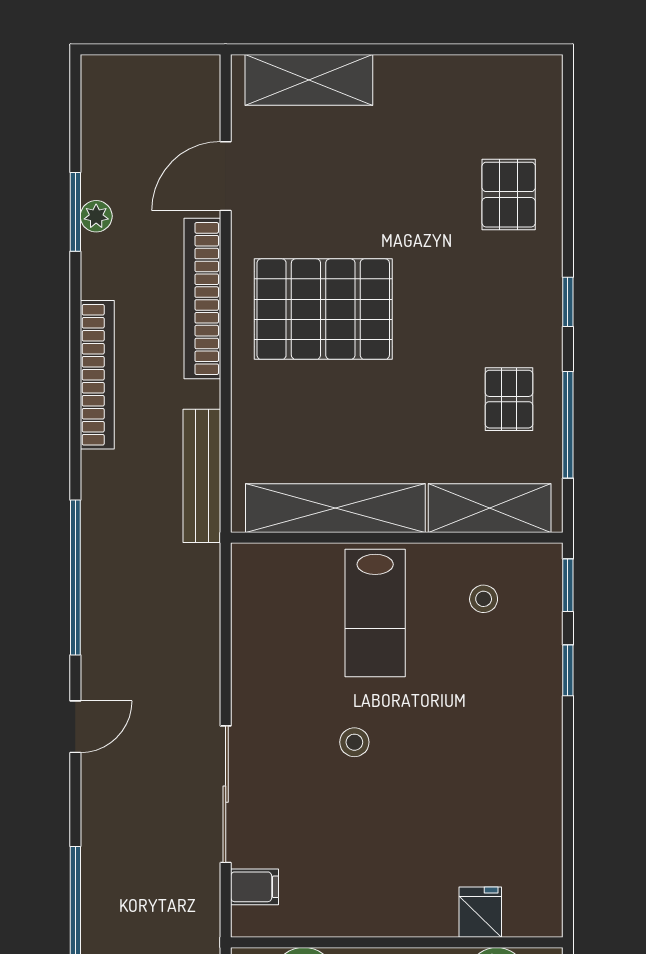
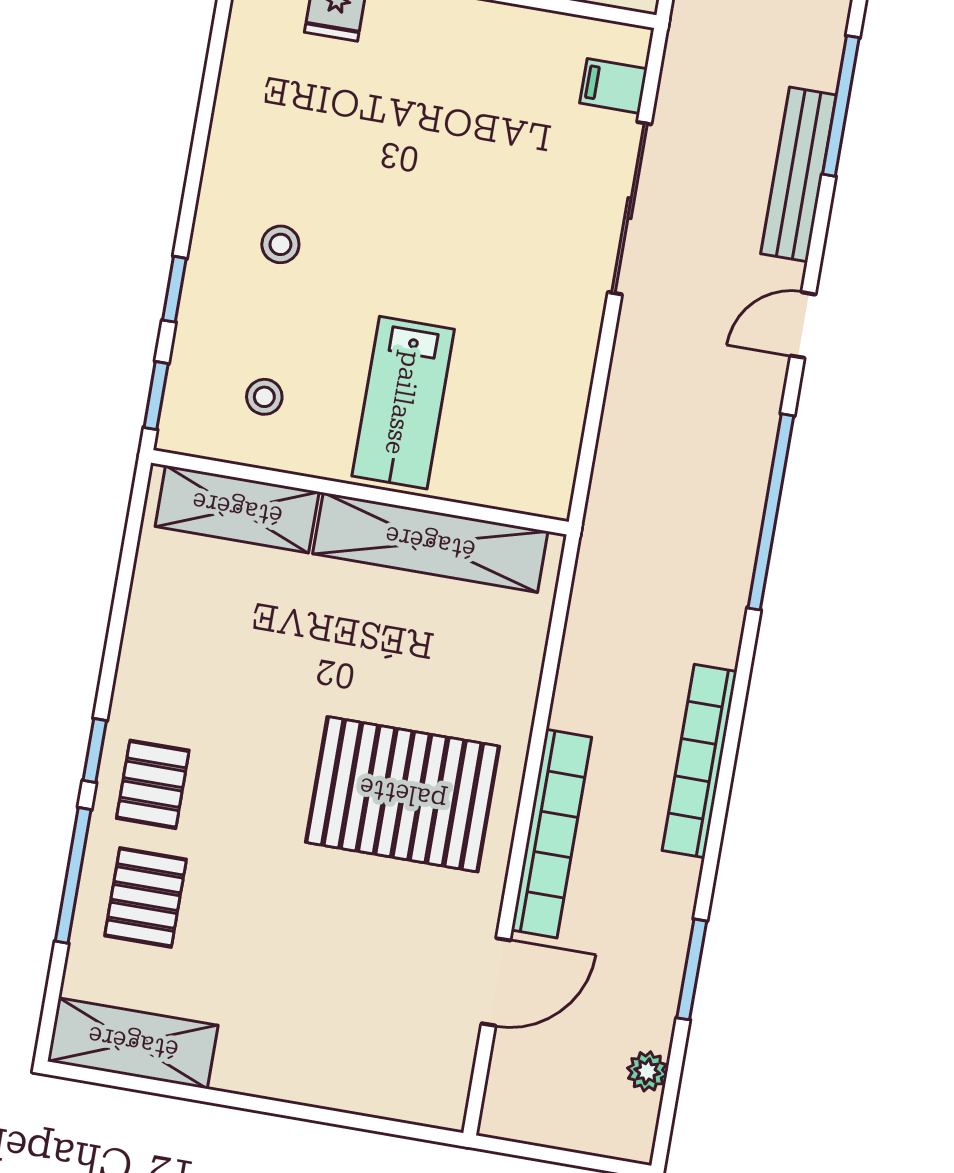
shelving: (309, 80) -> (133, 1043), moved
plant: (96, 216) -> (647, 1071), moved
pallet: (509, 399) -> (153, 784), moved
window: (568, 425) -> (73, 875), moved
bench: (202, 476) -> (799, 174), moved
lab bench: (375, 613) -> (403, 403), turned 180
stool: (354, 742) -> (280, 244), moved

